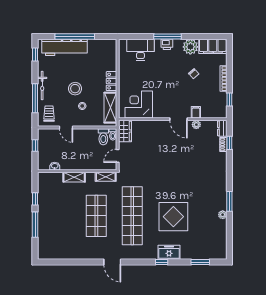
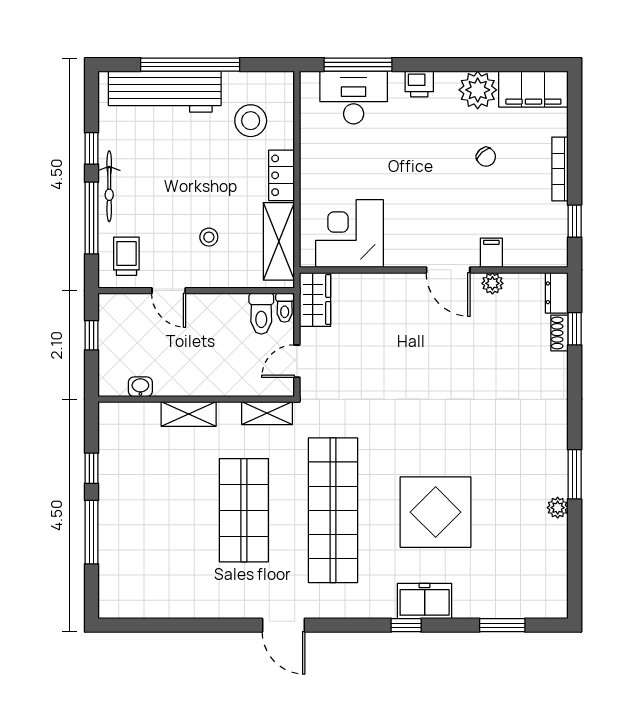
window: (168, 37) -> (358, 65), moved
window: (35, 54) -> (91, 148), moved
stool: (75, 89) -> (251, 121), moved

